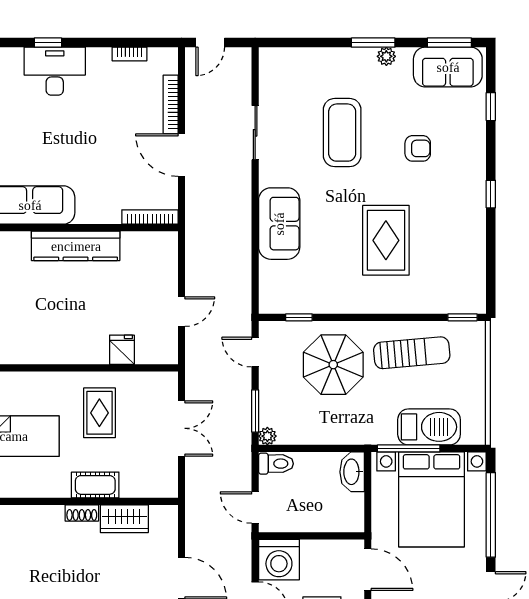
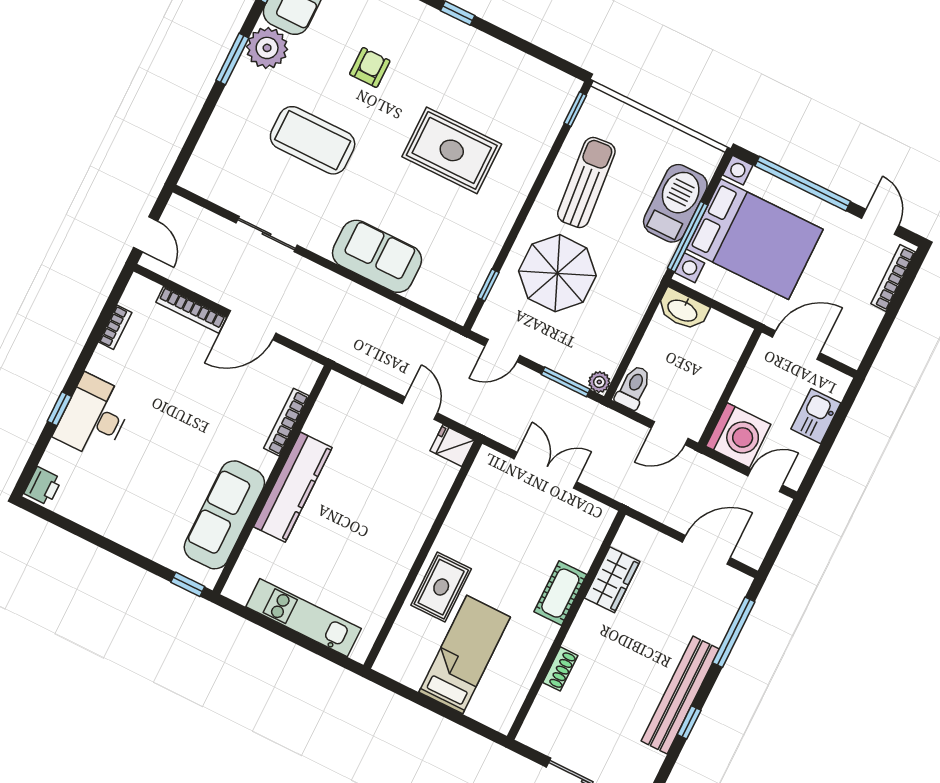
plant: (386, 56) -> (267, 48), width x1.88, depth x1.88
bookcase: (150, 217) -> (286, 422), moved
fridge: (122, 350) -> (452, 445), moved
rug: (99, 413) -> (441, 587), moved, turned 90
shoe rack: (82, 513) -> (560, 669), moved

